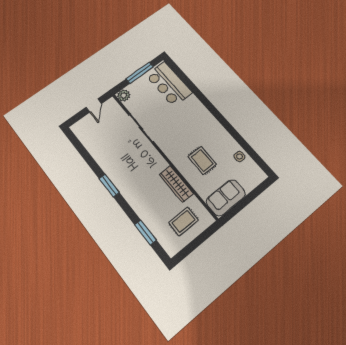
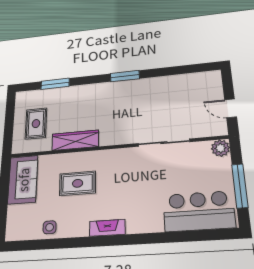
fireplace: (214, 124) -> (107, 228), added

